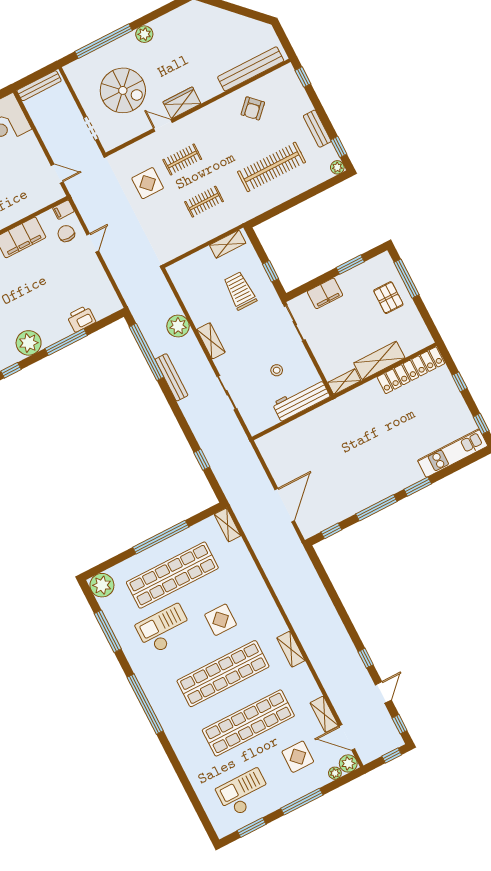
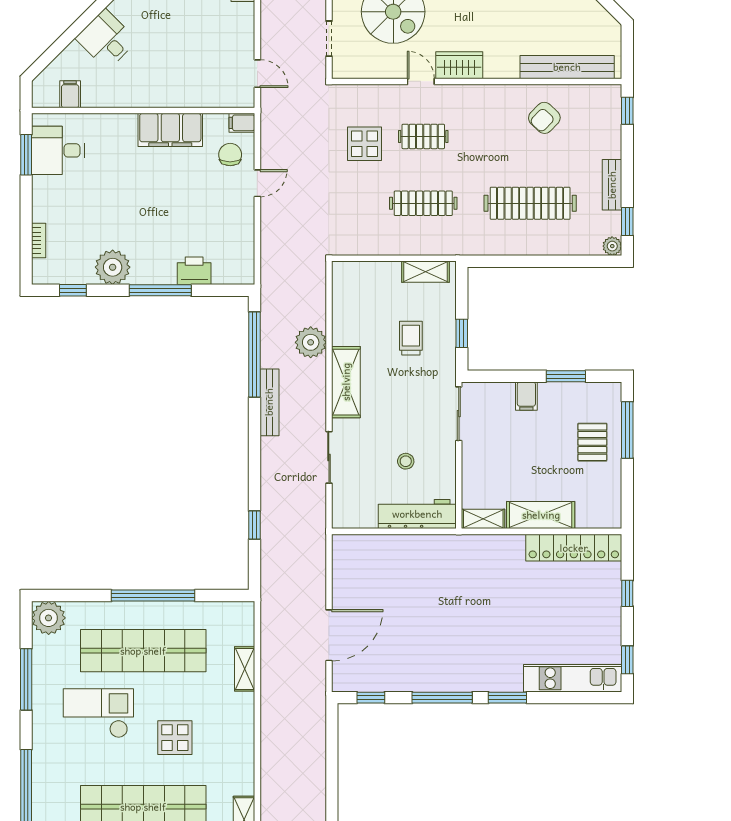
clothes rail: (204, 202) -> (423, 203), width x1.36
trolley: (240, 291) -> (411, 338), width x0.73, depth x0.72
filing cabinet: (325, 293) -> (526, 396), width x0.50
shelving: (211, 341) -> (346, 382), width x1.50, depth x1.33
shelving: (228, 525) -> (245, 669), moved

